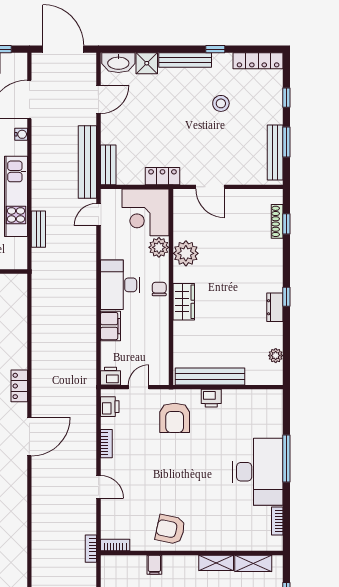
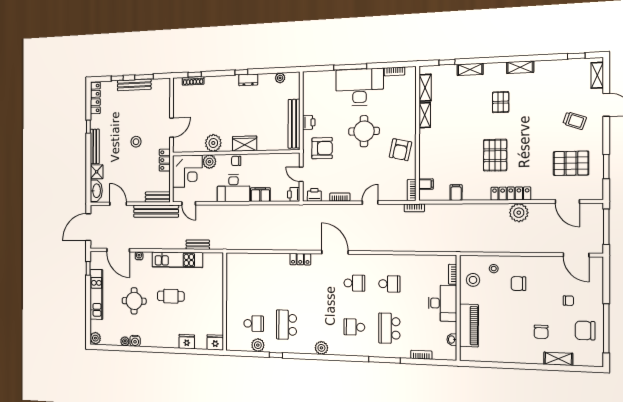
stool: (221, 103) -> (136, 142), moved
bench: (275, 153) -> (134, 85), moved
round table: (197, 478) -> (364, 131), added
filing cabinet: (154, 565) -> (426, 184), moved

